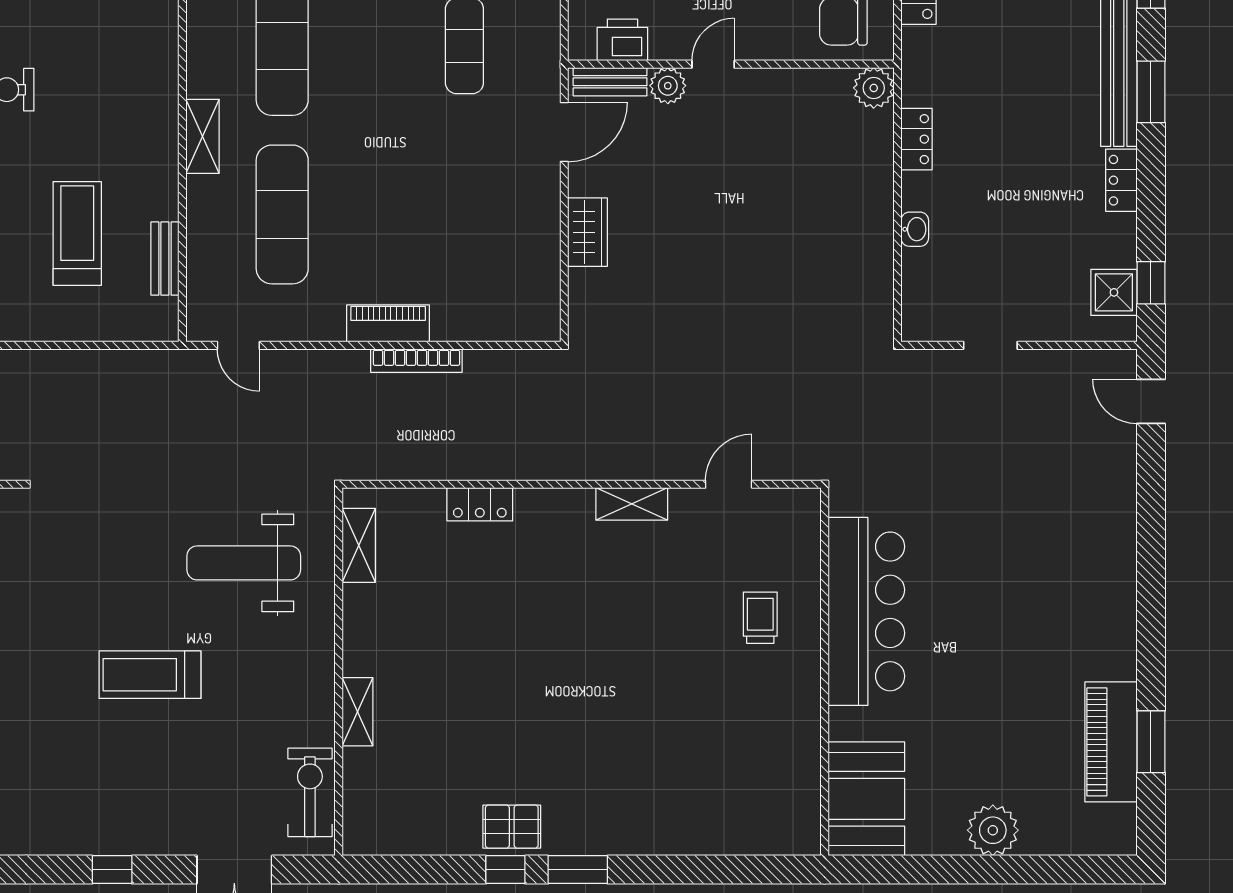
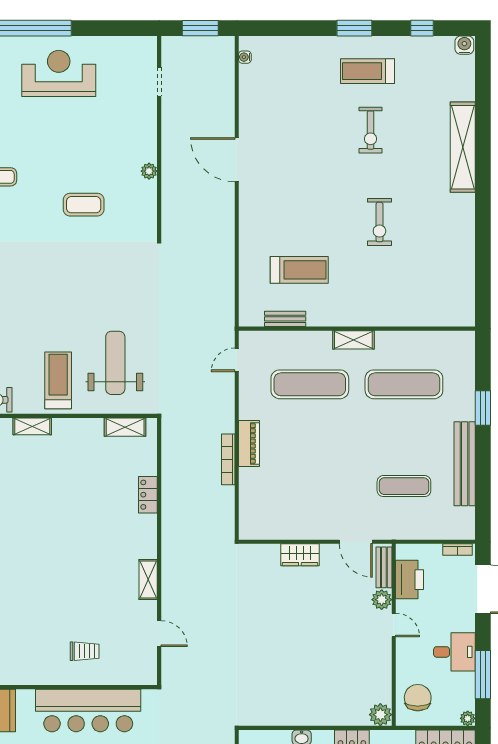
printer: (622, 40) -> (410, 580), width x1.37, depth x1.19
treadmill: (150, 675) -> (58, 380), moved

